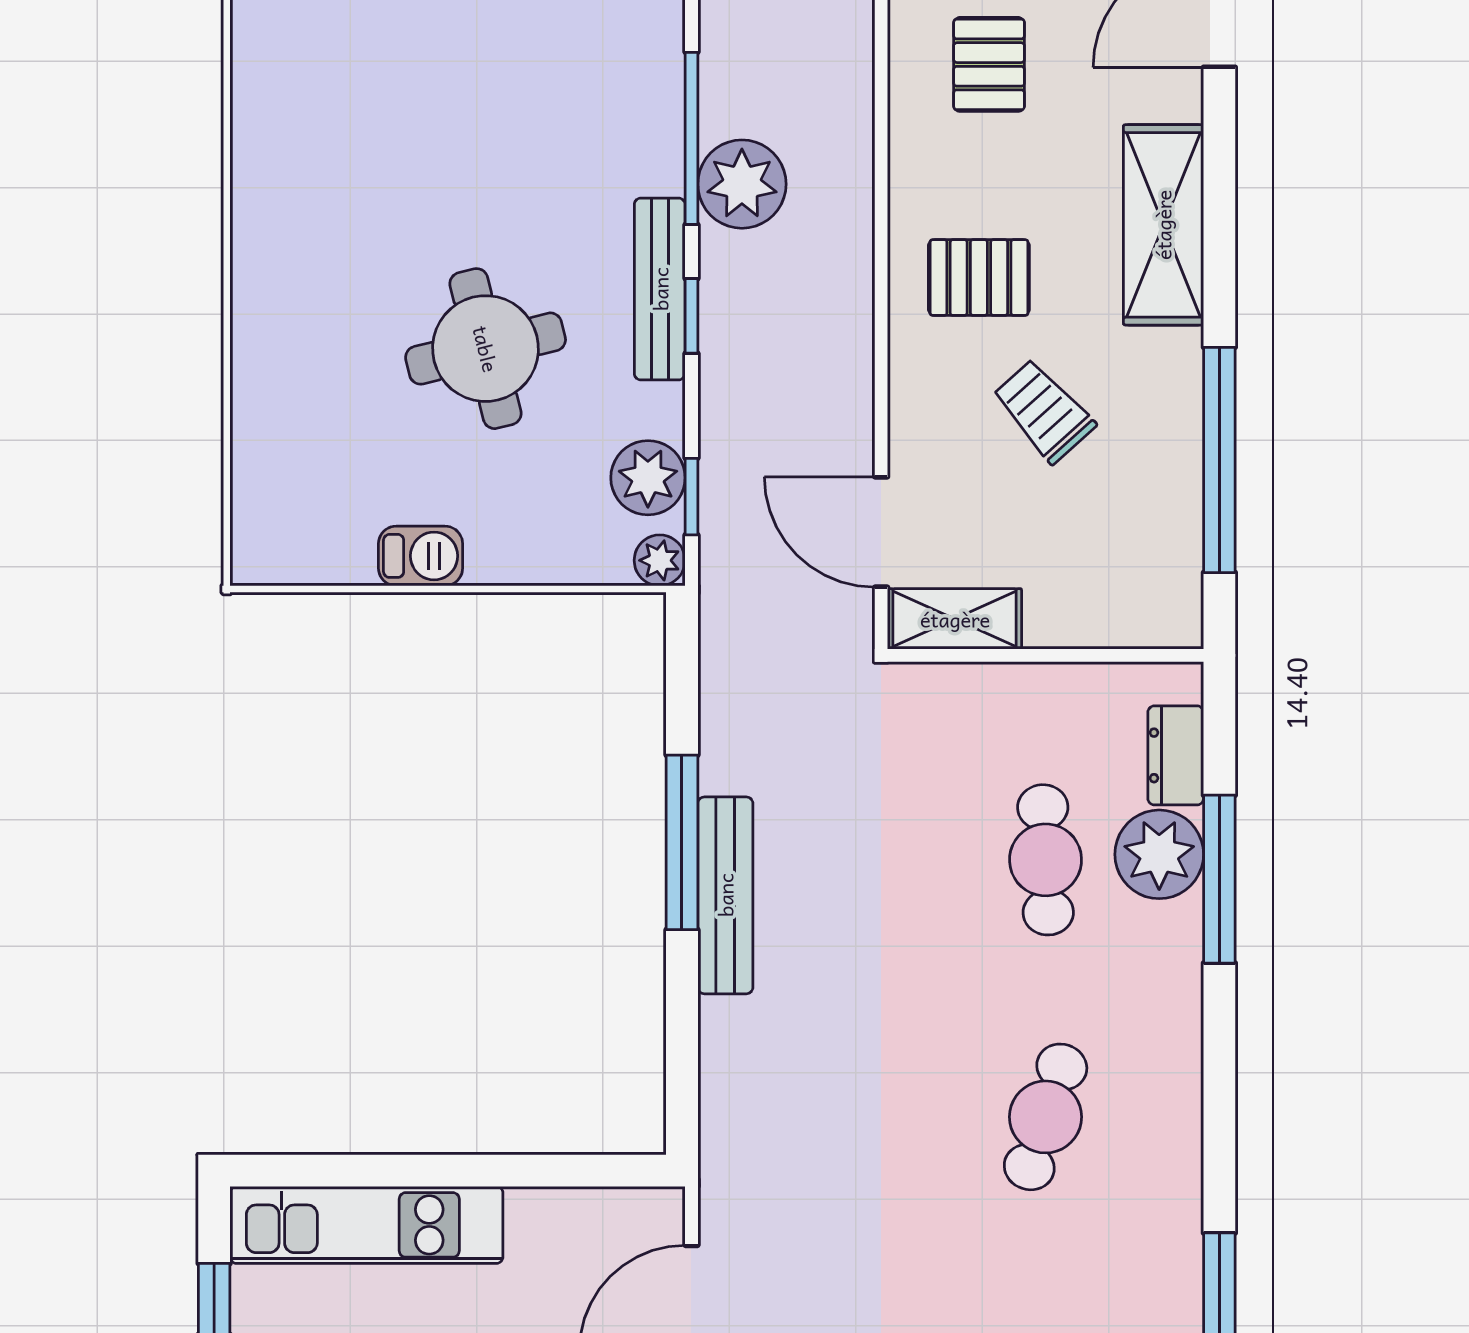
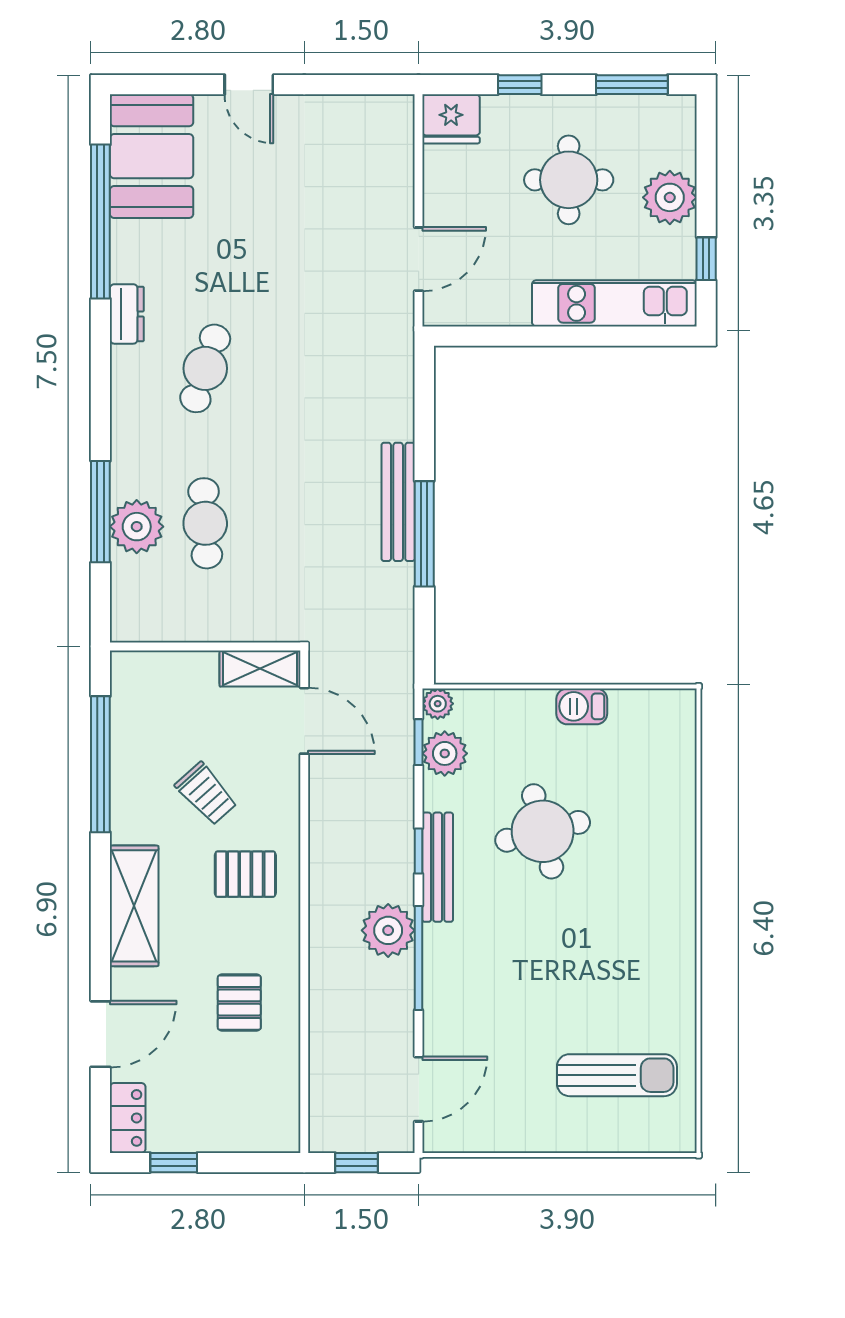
dresser: (1176, 755) -> (127, 314), moved

